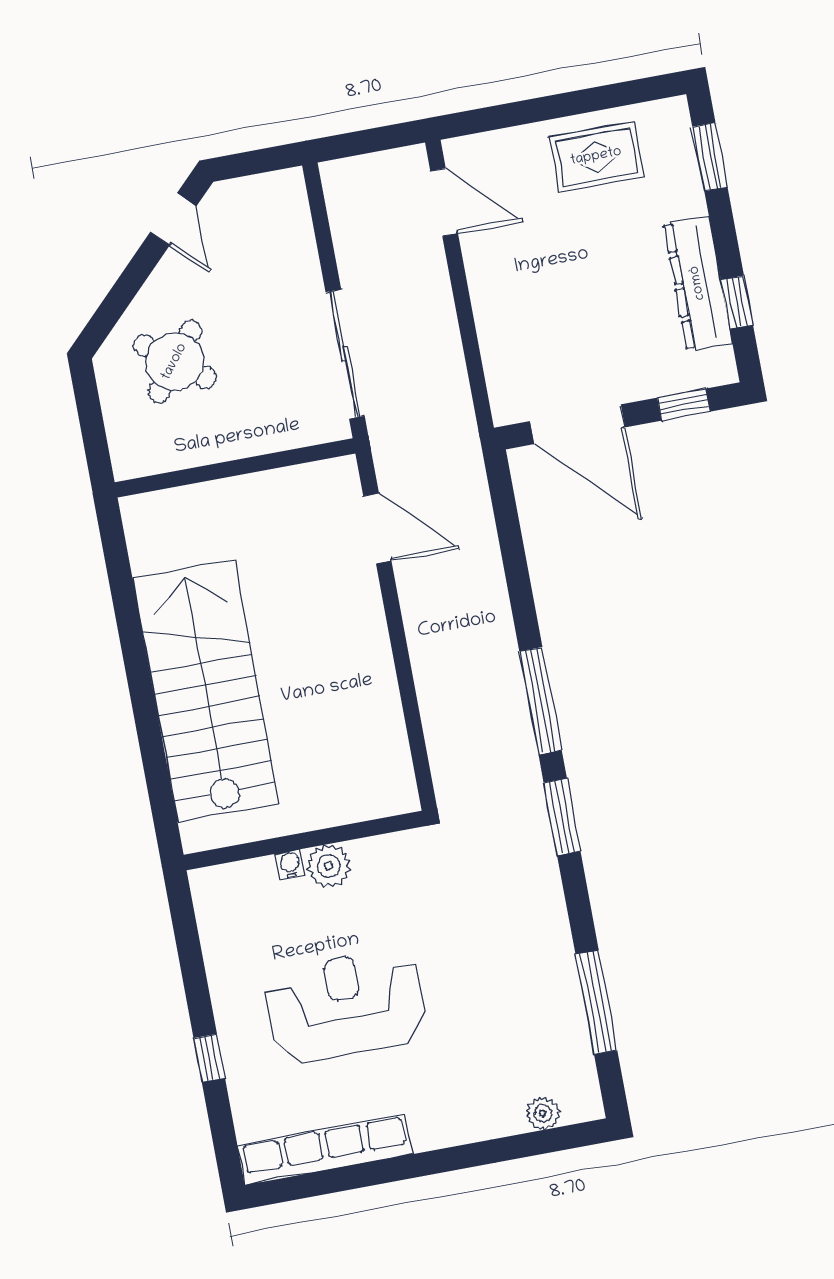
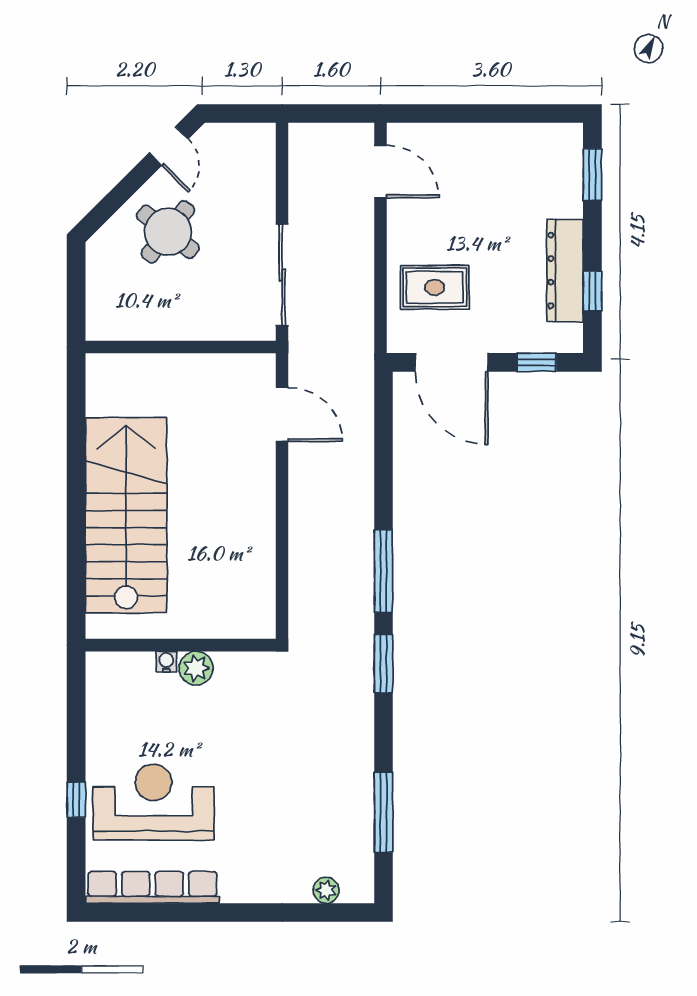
rug: (596, 157) -> (435, 287), moved
round table: (175, 362) -> (168, 232), moved
reception desk: (346, 1006) -> (154, 802), moved

